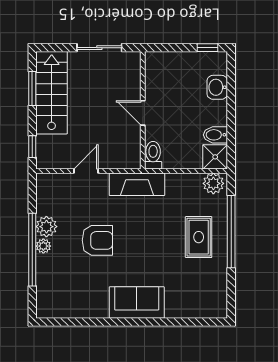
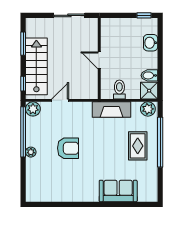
stairs: (52, 93) -> (36, 66), moved
toilet: (153, 155) -> (119, 90), moved
fireplace: (137, 184) -> (112, 110), moved
plant: (46, 227) -> (33, 109), moved
window: (32, 250) -> (23, 132), moved
sofa: (137, 303) -> (118, 191), moved

